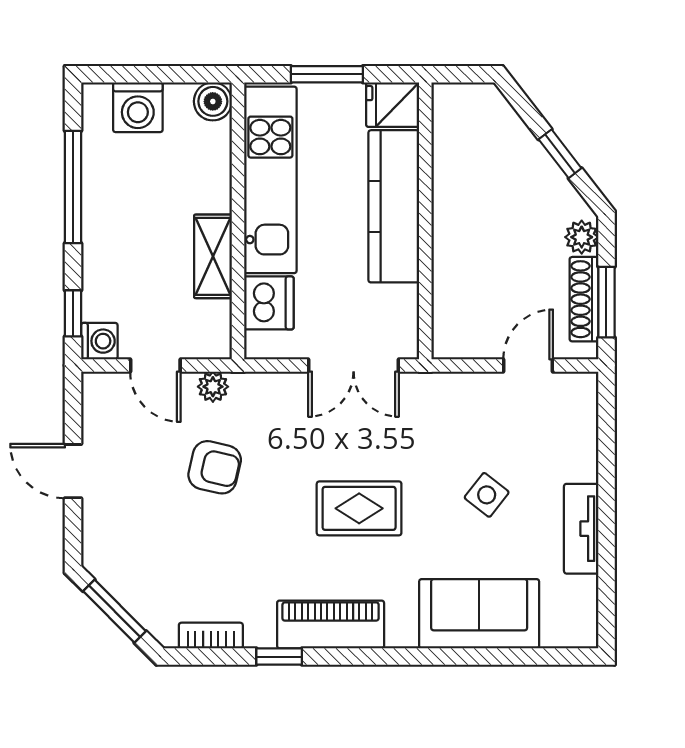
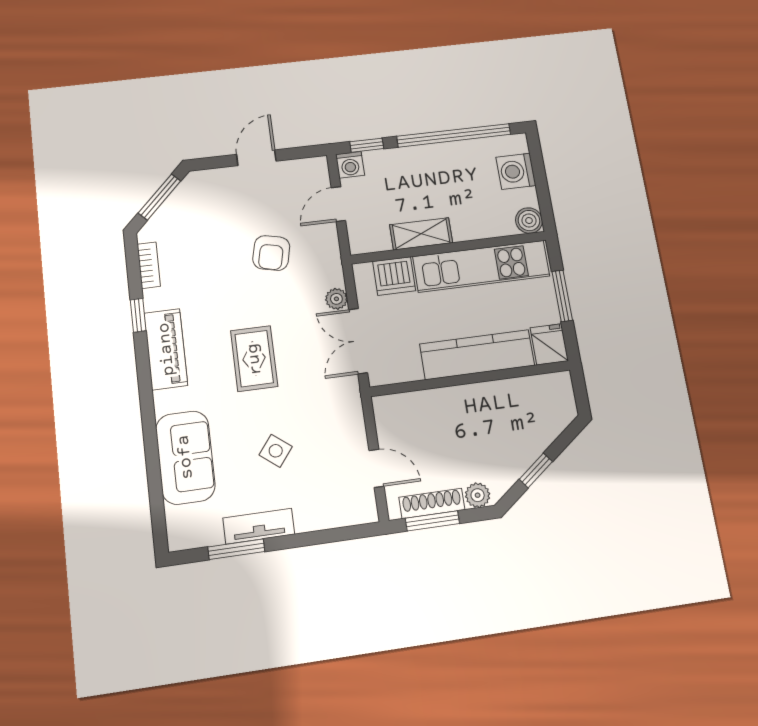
window: (73, 187) -> (454, 135), width x1.46
plant: (213, 387) -> (336, 299), moved
window: (606, 561) -> (236, 549), added

